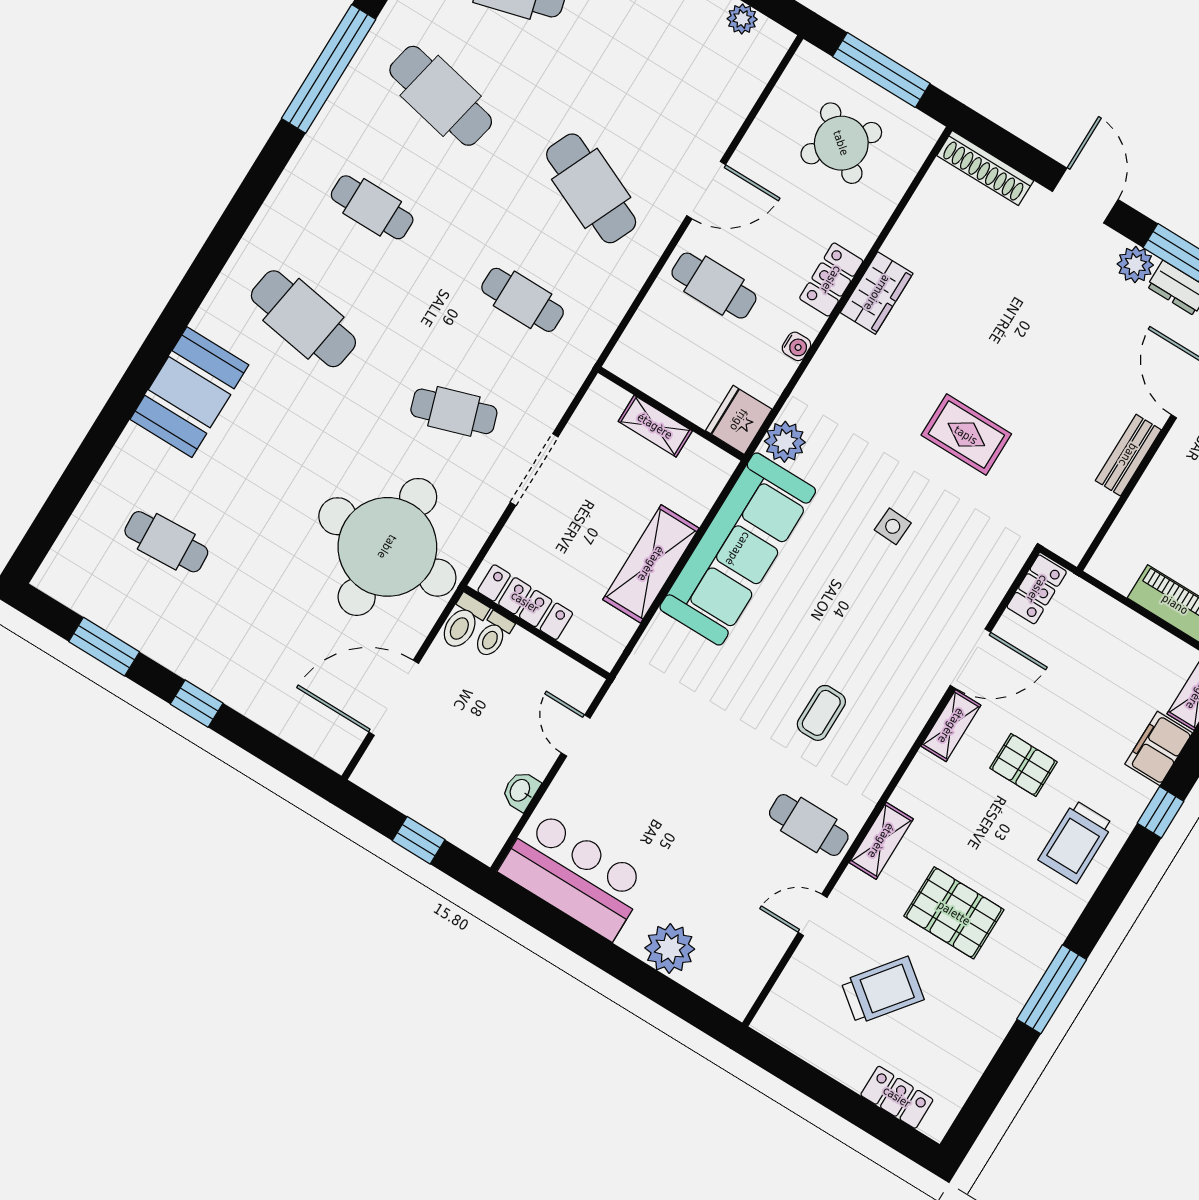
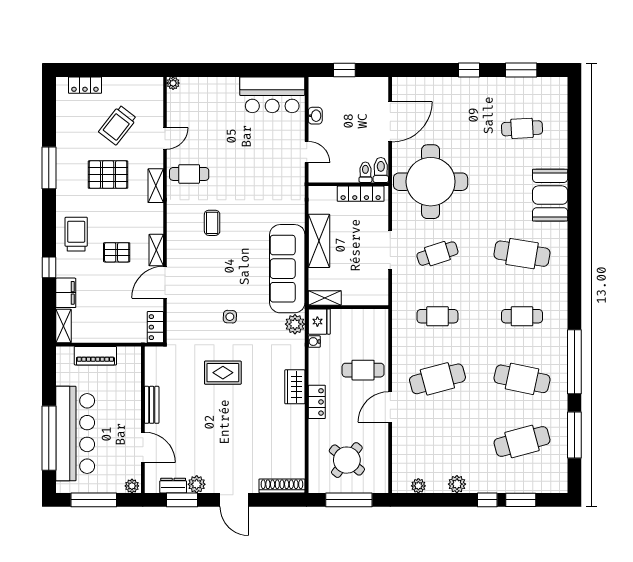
cafe table: (591, 188) -> (437, 379), turned -39
wardrobe: (877, 293) -> (295, 387), moved
water cooler: (796, 346) -> (314, 342), moved
shelving: (655, 426) -> (325, 298), moved
plant: (670, 949) -> (173, 83), moved, width x0.53, depth x0.53

